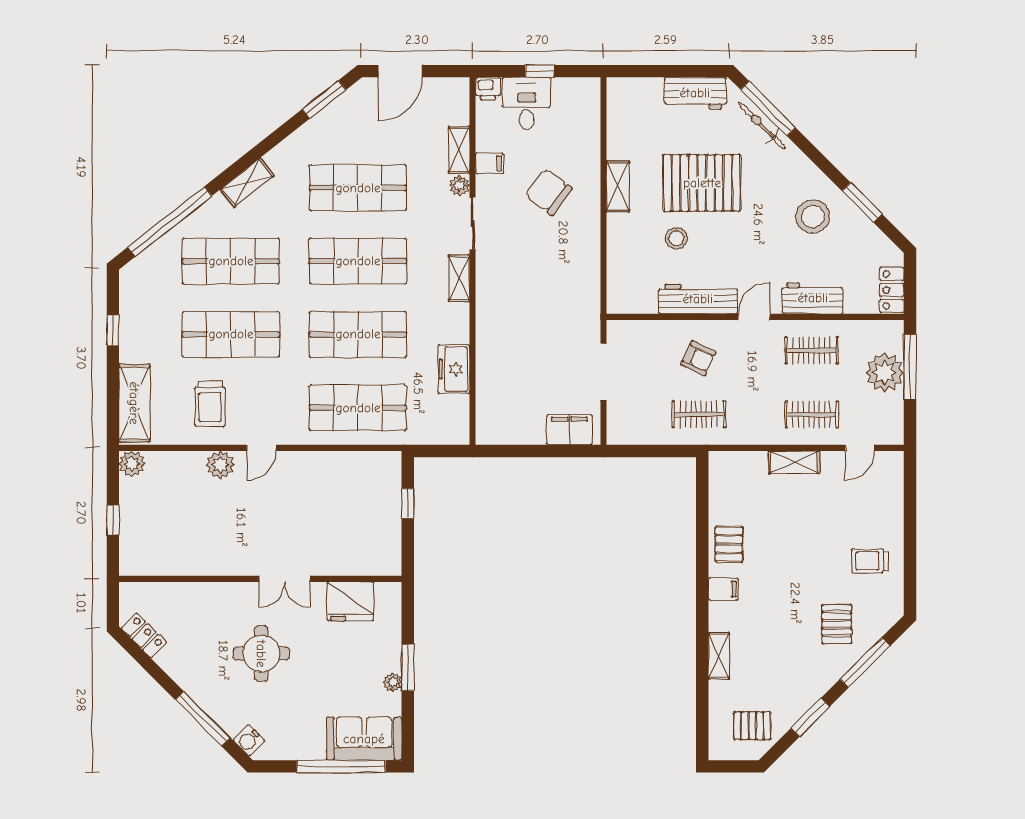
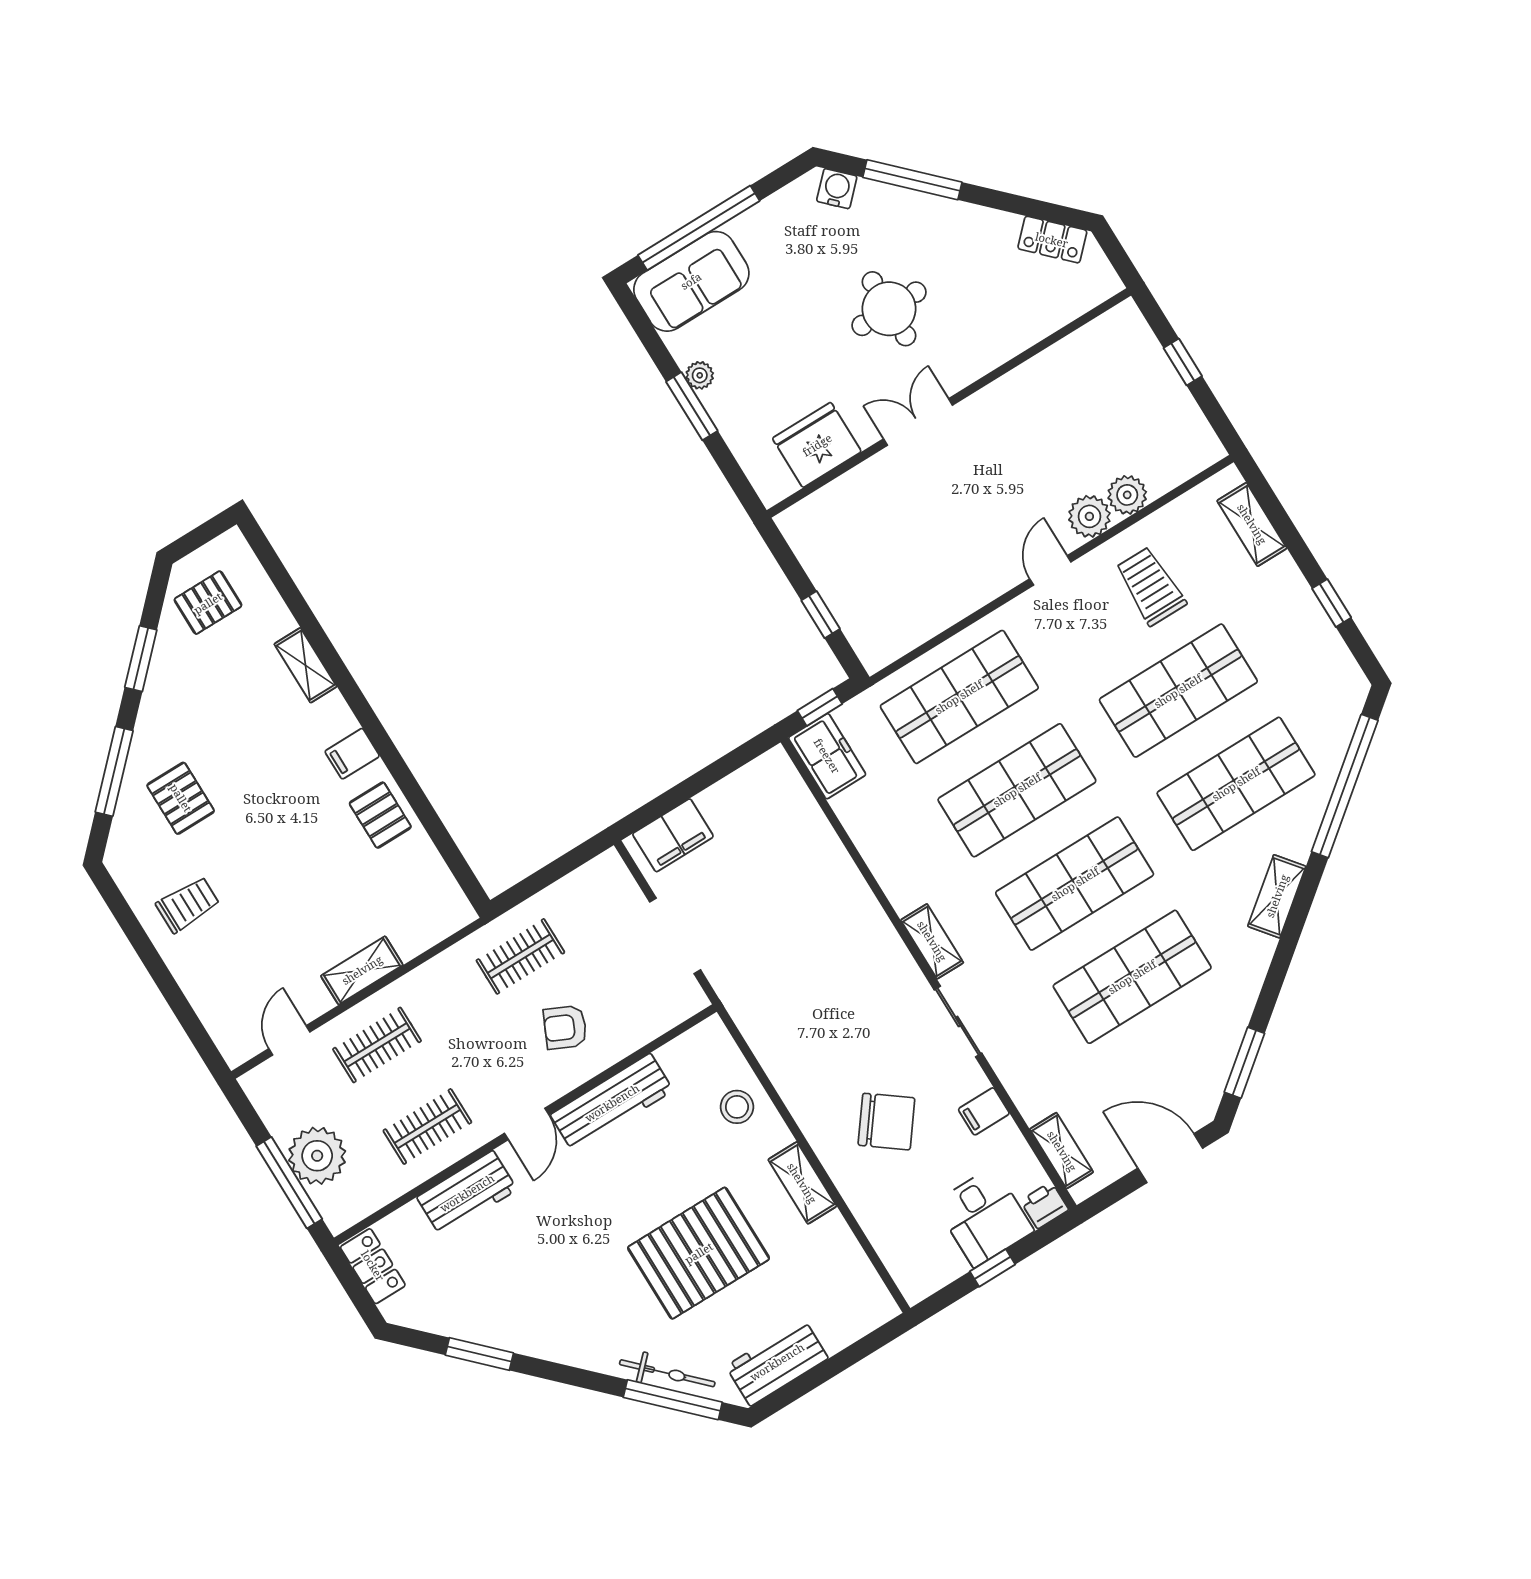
door: (400, 71) -> (1170, 1158), hinge flipped
shelving: (459, 150) -> (1062, 1151), moved
plant: (460, 185) -> (1004, 1060), removed
stool: (813, 216) -> (531, 1298), removed
stool: (676, 238) -> (737, 1107), moved
freezer: (454, 369) -> (827, 756), moved
shelving: (134, 403) -> (1252, 524), width x0.67, depth x0.75
window: (441, 451) -> (820, 707), added
plant: (132, 464) -> (1127, 495), moved

